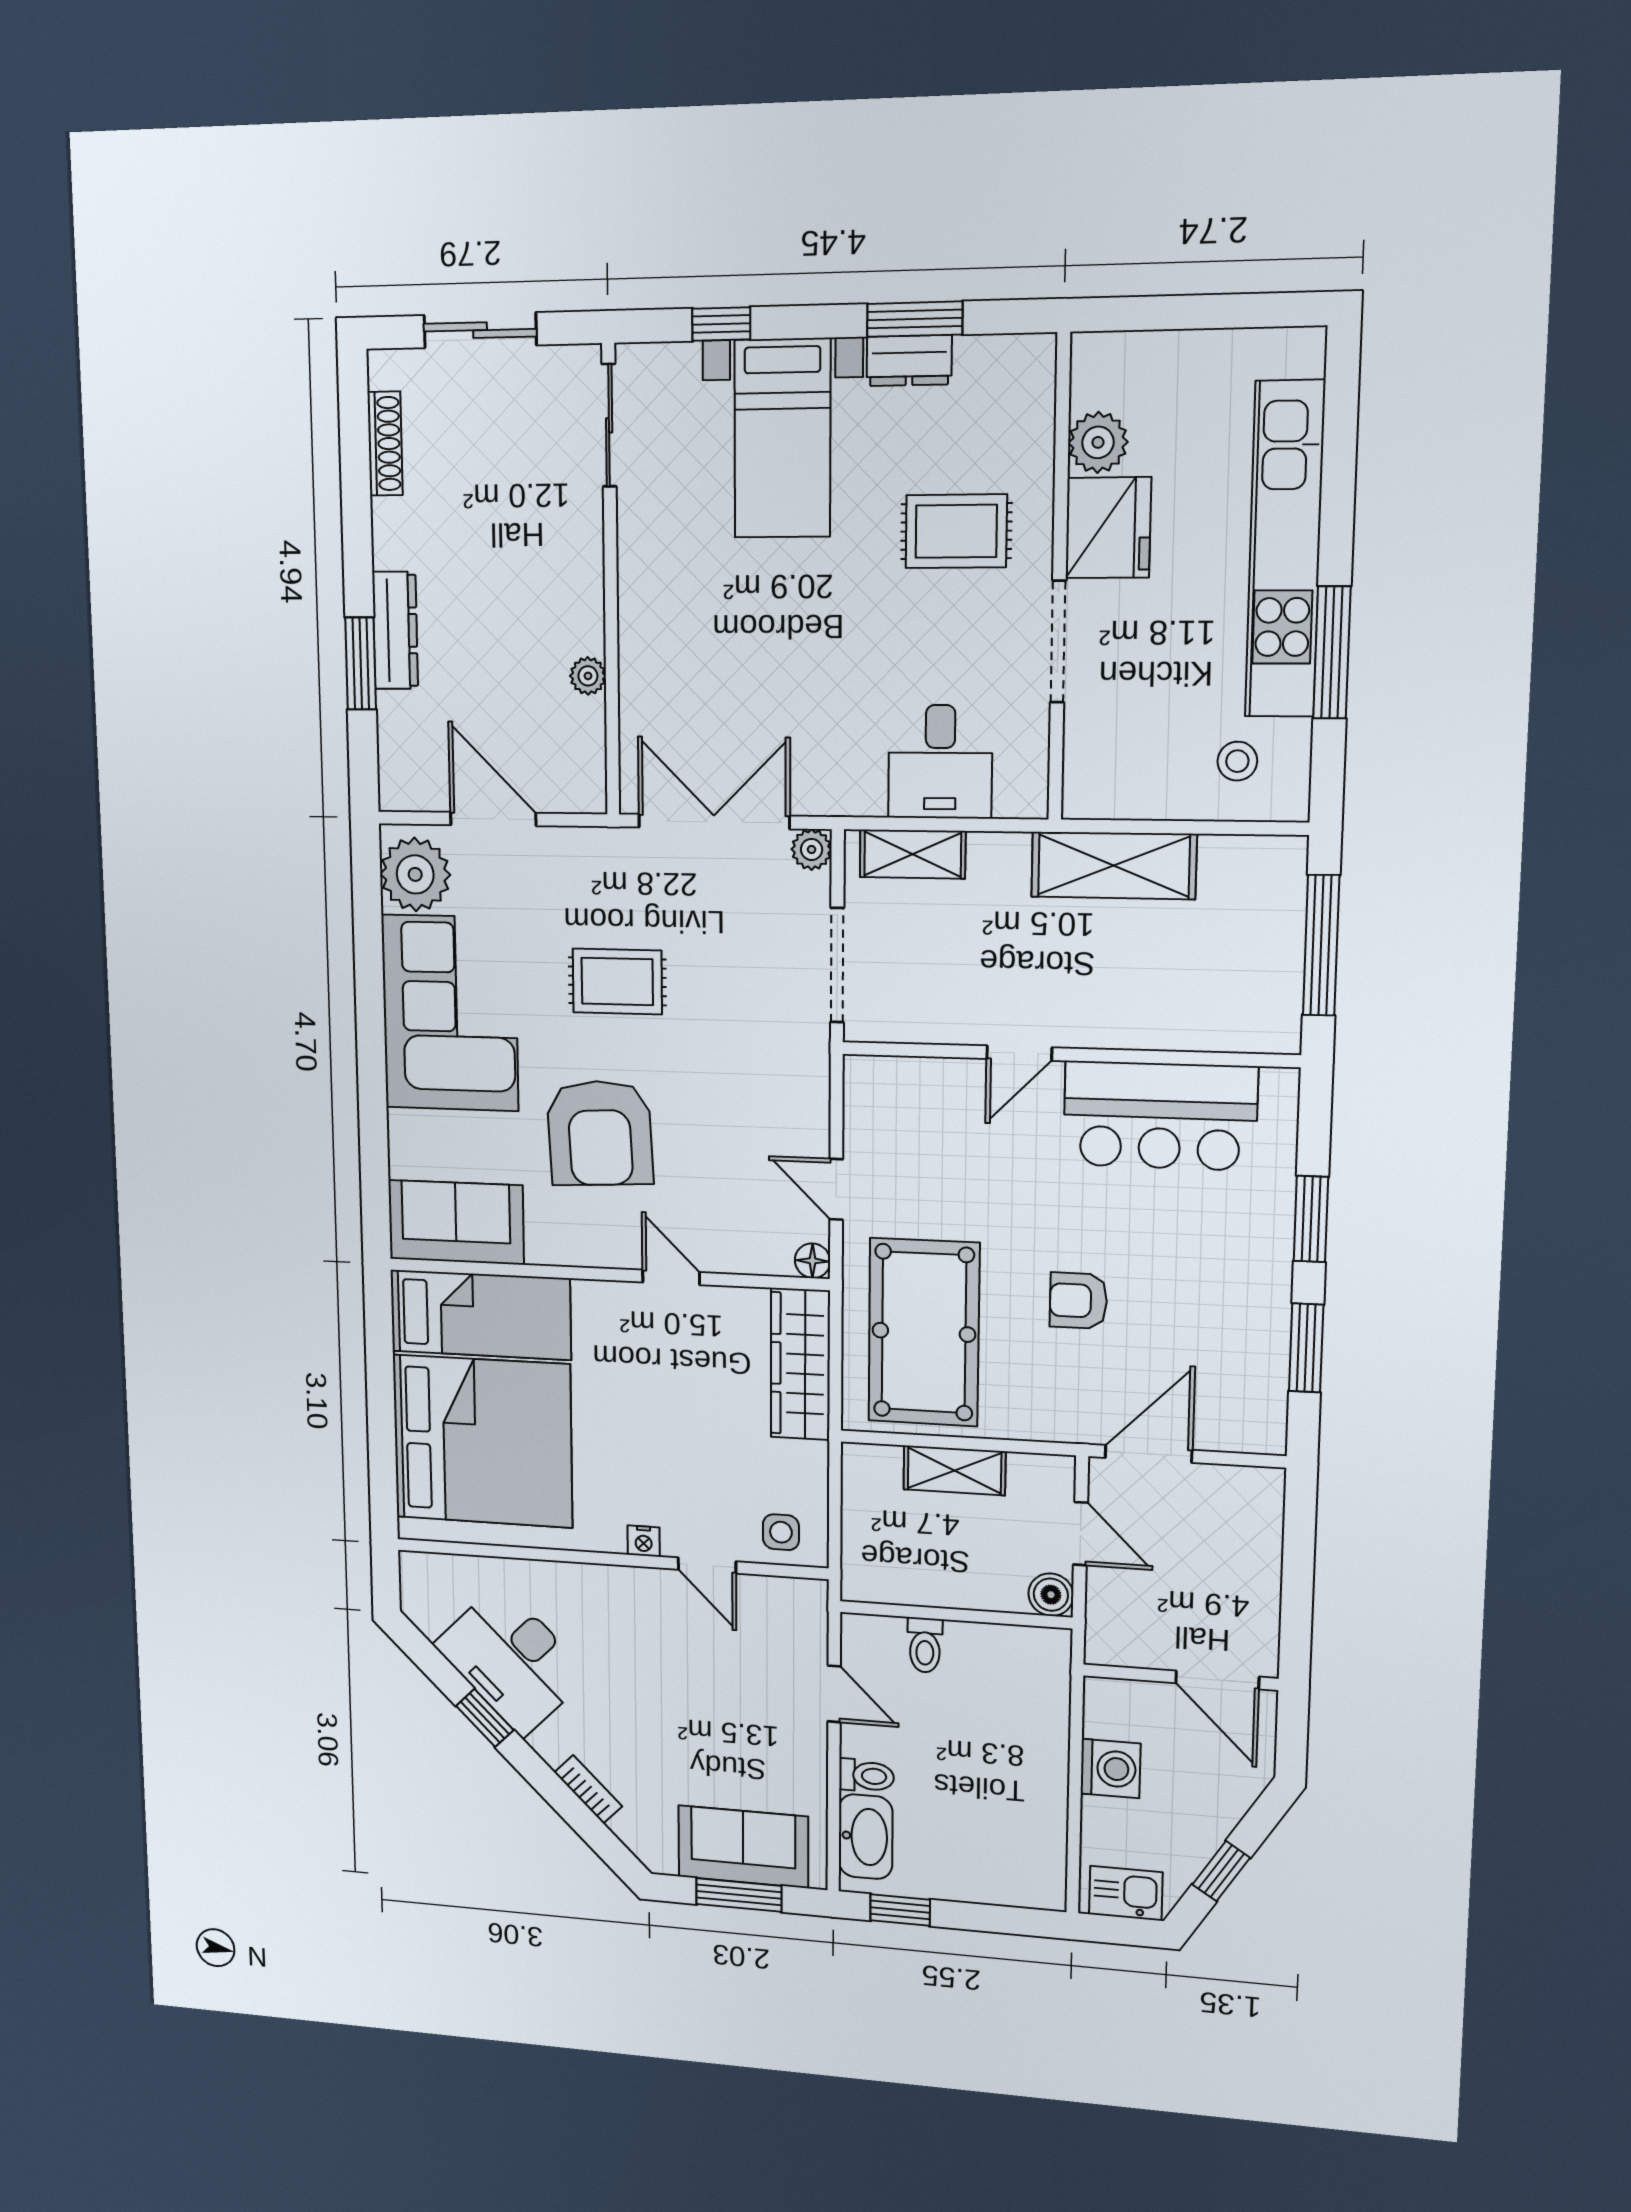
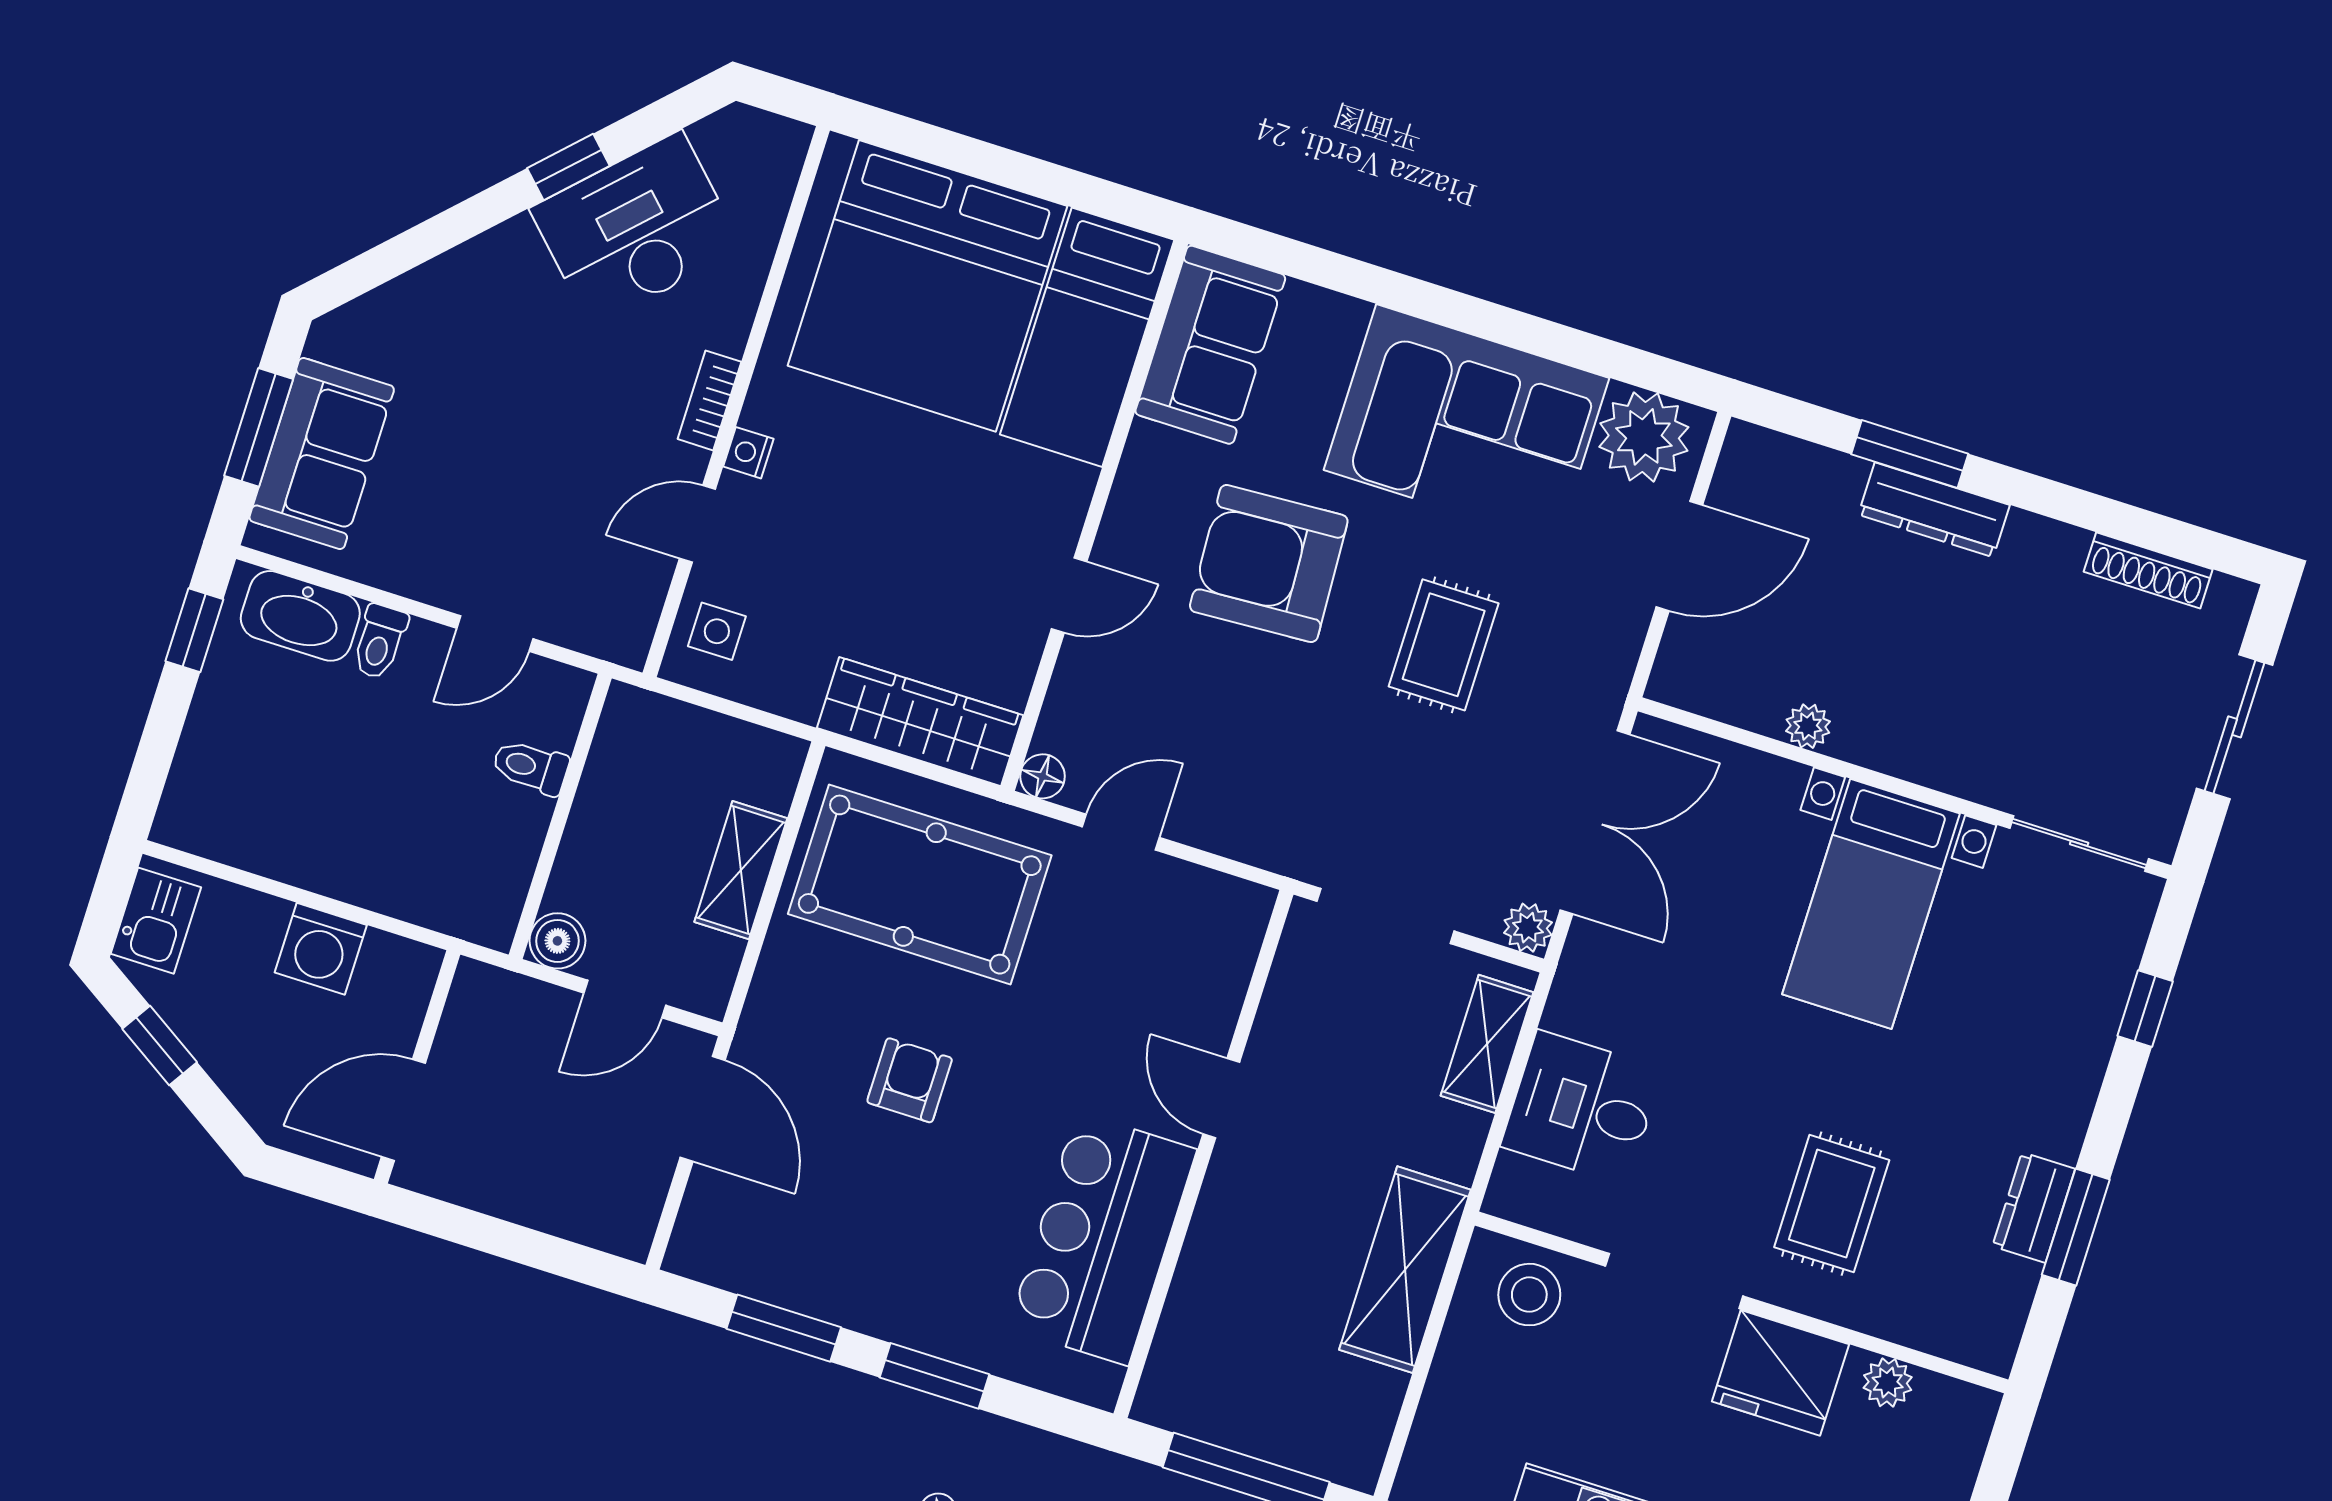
bed with nightstands: (782, 438) -> (1871, 904), moved, turned -90
plant: (1098, 442) -> (1888, 1383), width x0.73, depth x0.73
stool: (1237, 761) -> (1529, 1295), moved, width x1.37, depth x1.37
bookcase: (588, 1789) -> (709, 400), moved, turned 135

